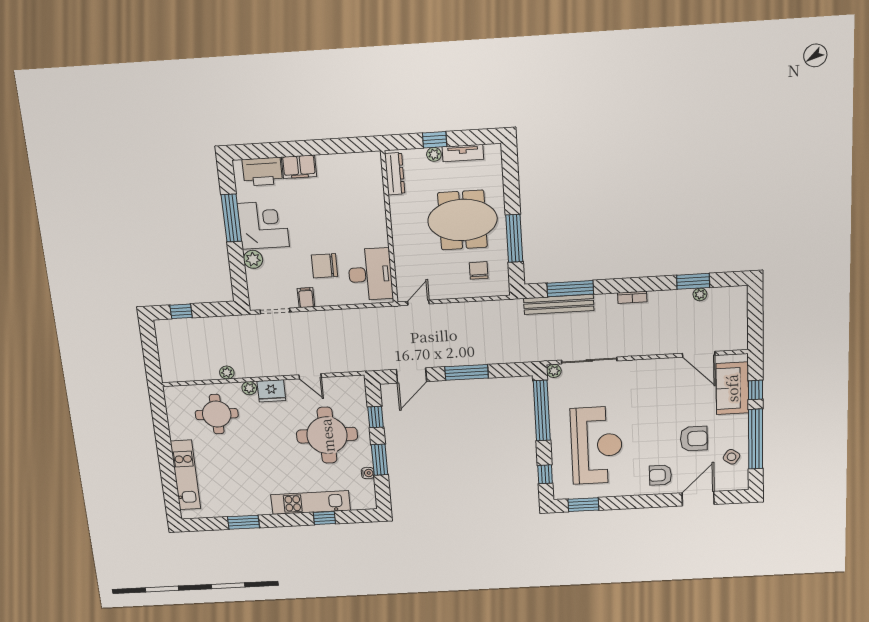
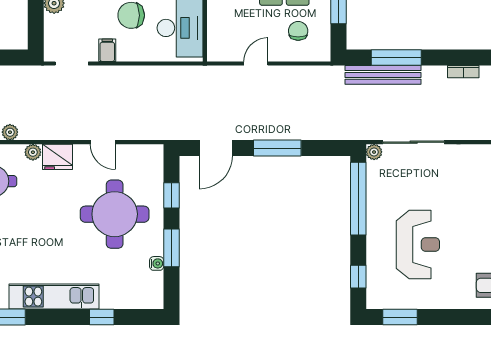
door: (418, 303) -> (256, 64), moved
reception desk: (597, 445) -> (418, 245), width x0.74, depth x0.77
kitchen unit: (311, 503) -> (54, 297), moved

